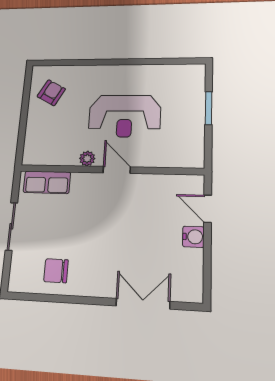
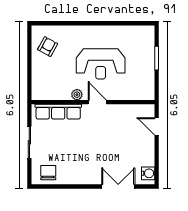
row of seats: (47, 182) -> (58, 112), width x1.48
water cooler: (193, 237) -> (148, 173), moved
chair: (56, 271) -> (48, 173), moved, turned 90

